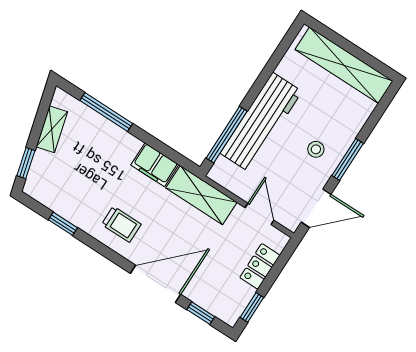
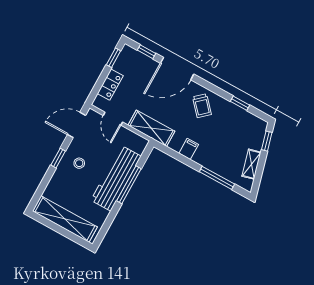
window: (227, 135) -> (129, 185), moved
window: (348, 159) -> (58, 158), width x0.67
filing cabinet: (155, 165) -> (189, 149), width x0.50
trolley: (121, 224) -> (202, 106), turned -132

